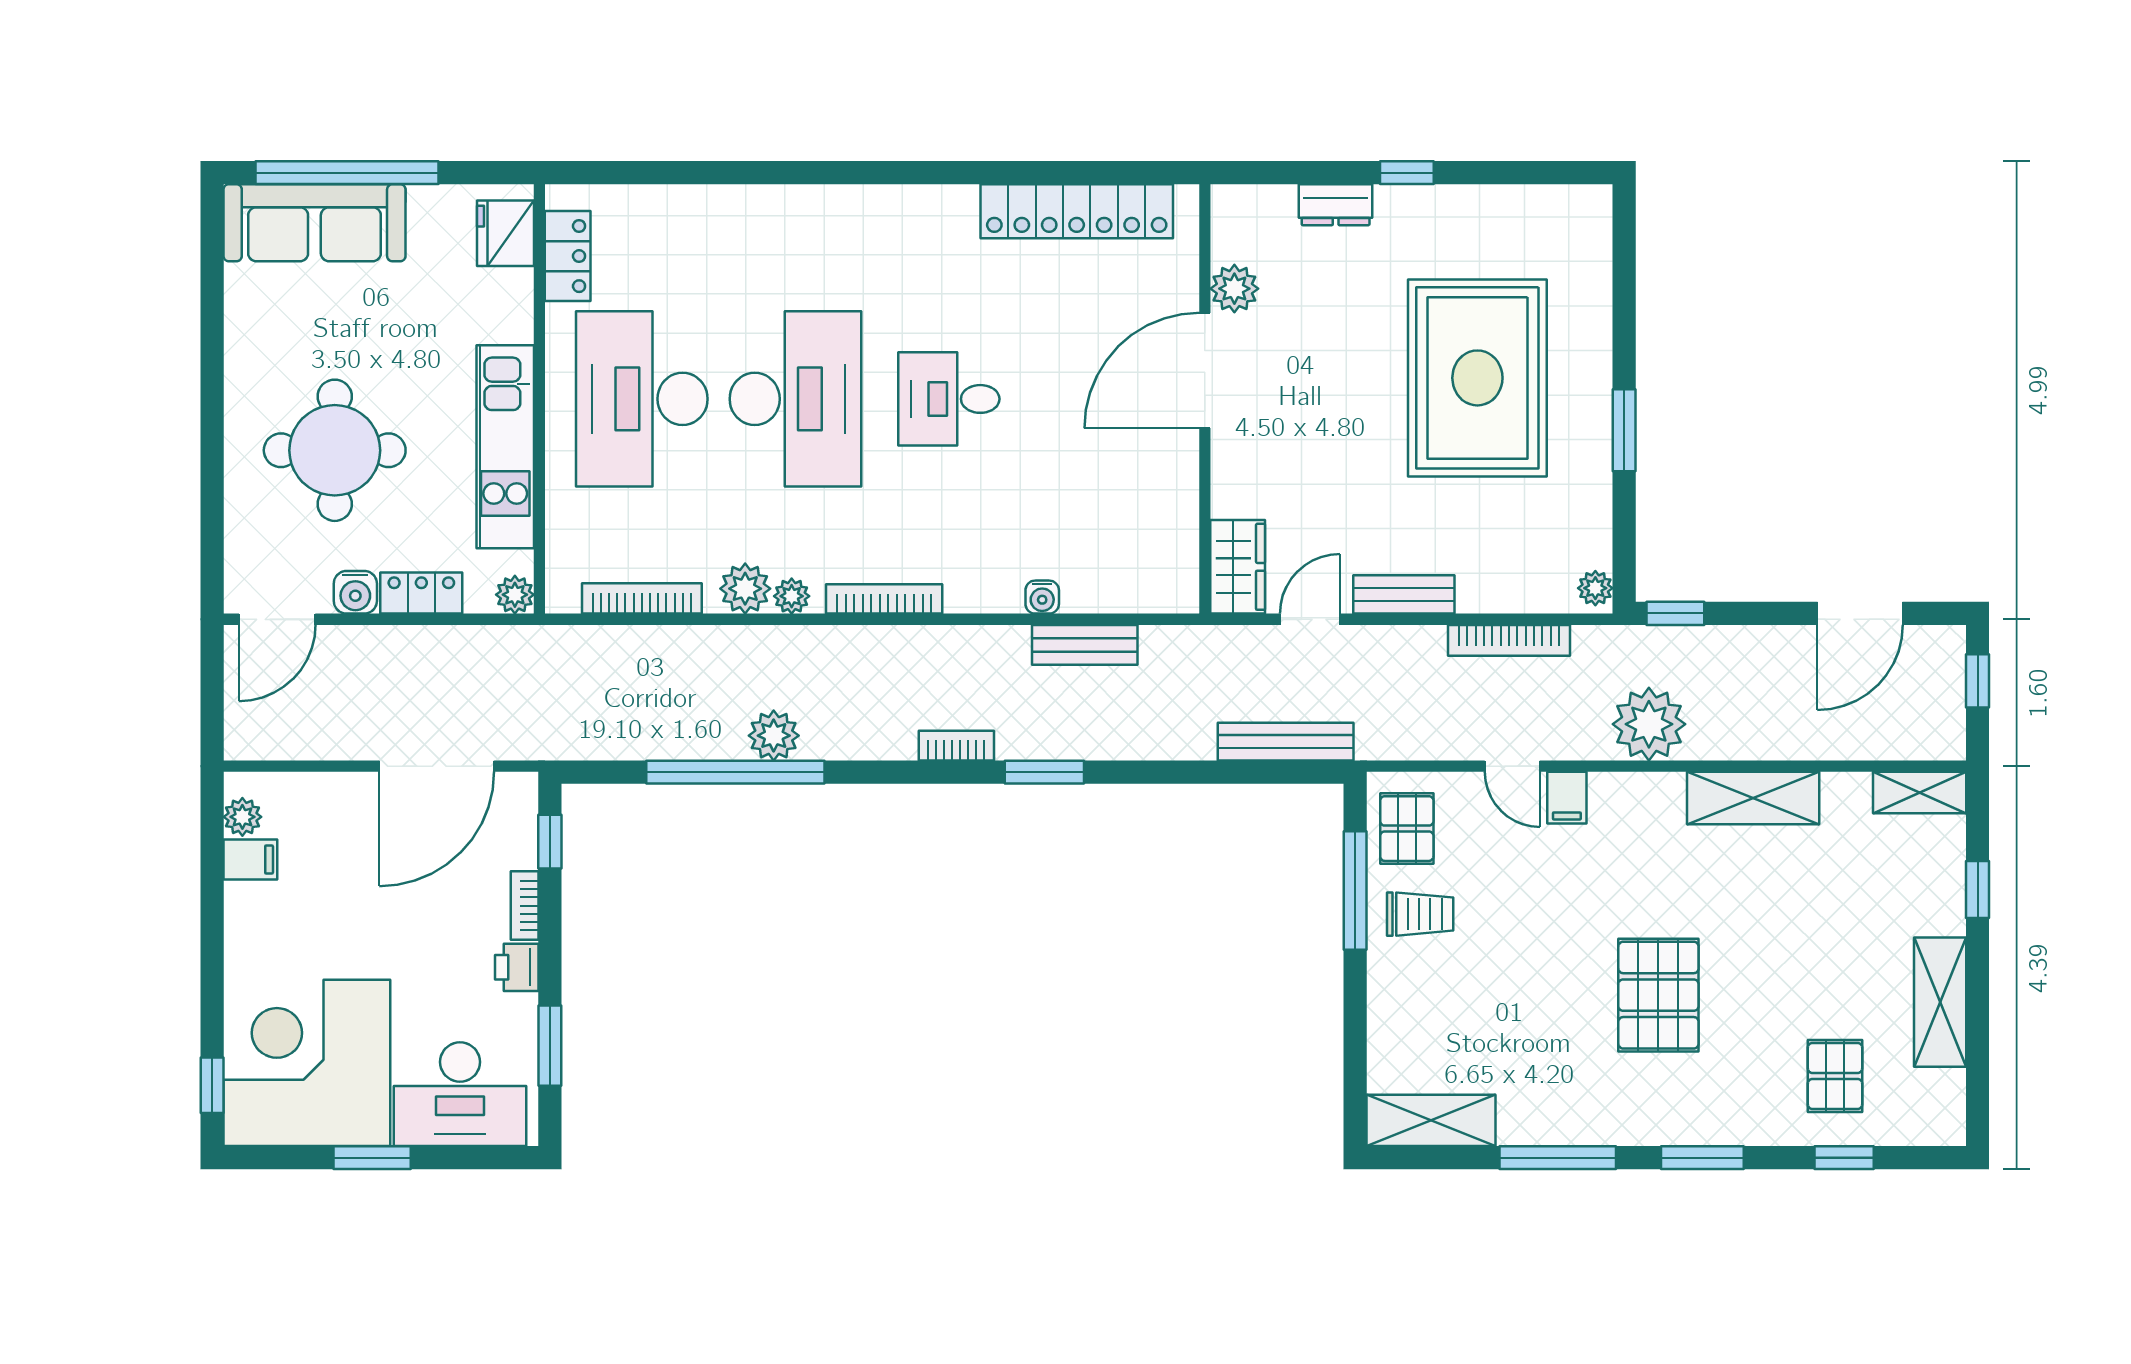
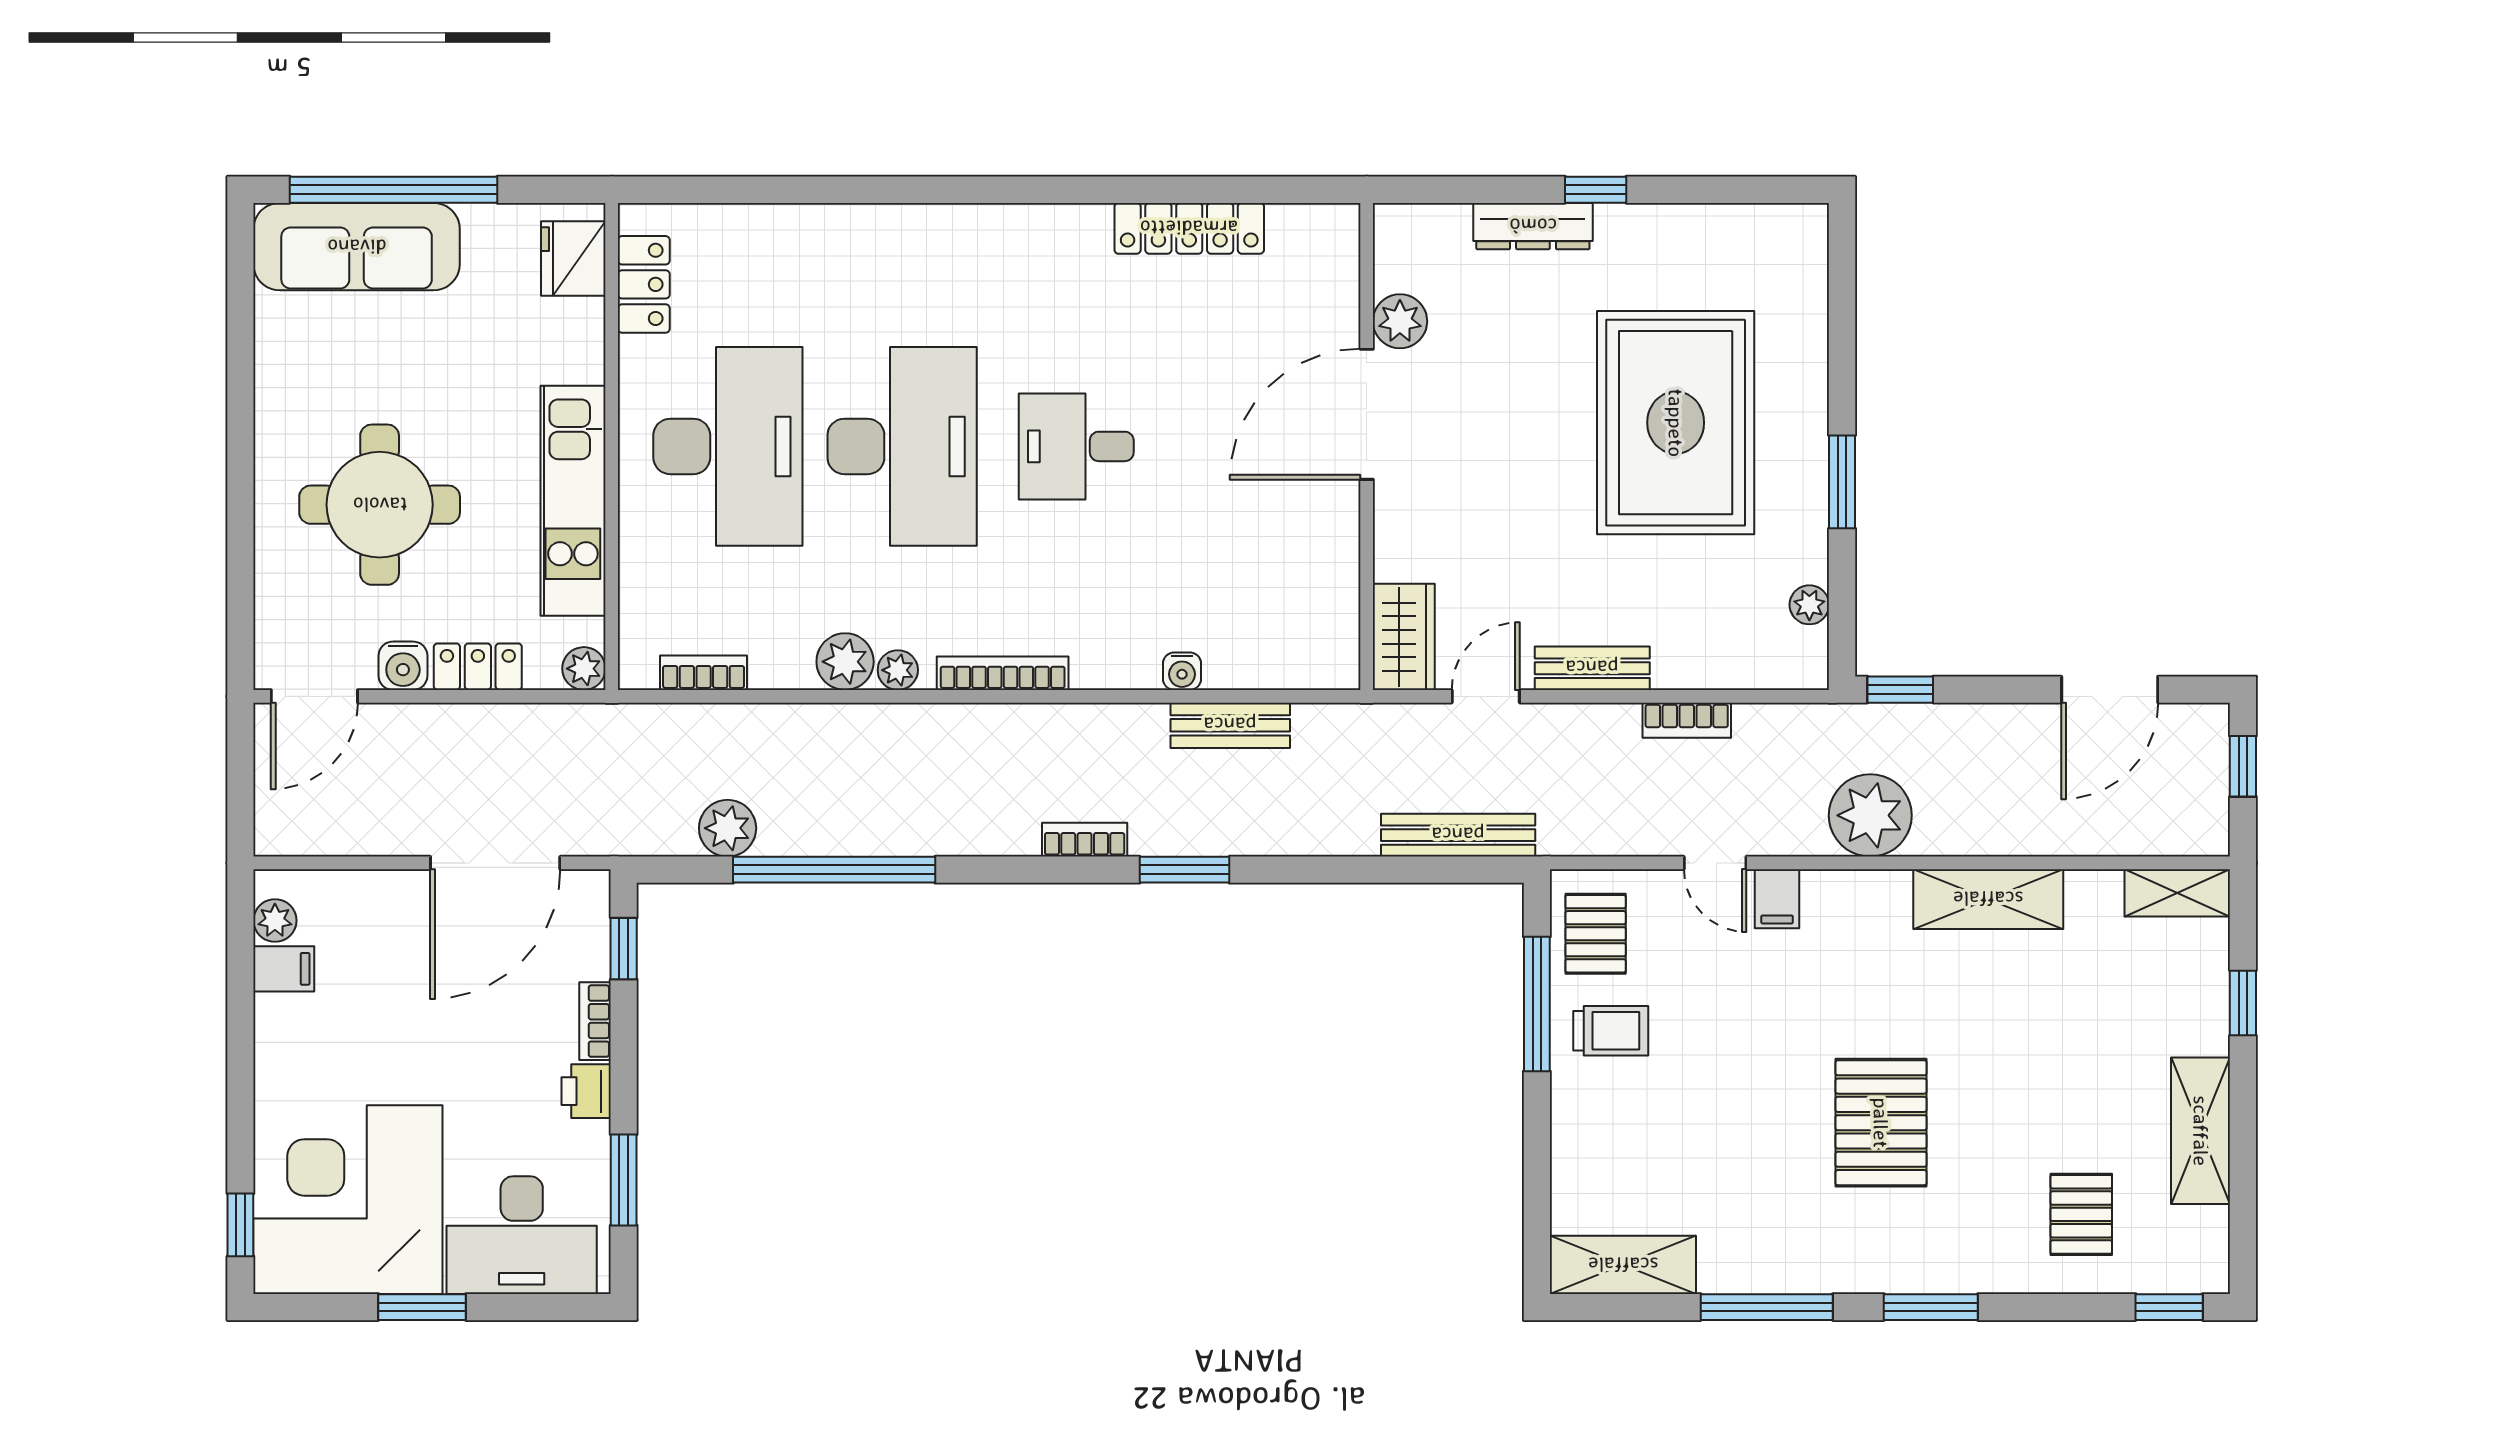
dresser: (1336, 205) -> (1533, 226), width x1.44
locker: (1077, 211) -> (1189, 228), width x0.71, depth x0.83
desk: (642, 399) -> (728, 446), turned 180
plant: (1595, 588) -> (1809, 605), moved
bookcase: (642, 598) -> (704, 673), width x0.64
bookcase: (1509, 640) -> (1687, 720), width x0.64
plant: (774, 736) -> (728, 828), moved
window: (1844, 1158) -> (2169, 1307), moved

